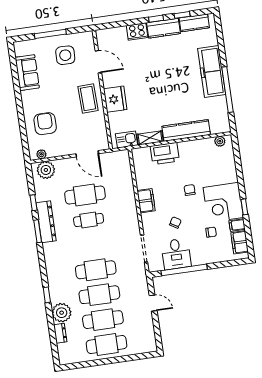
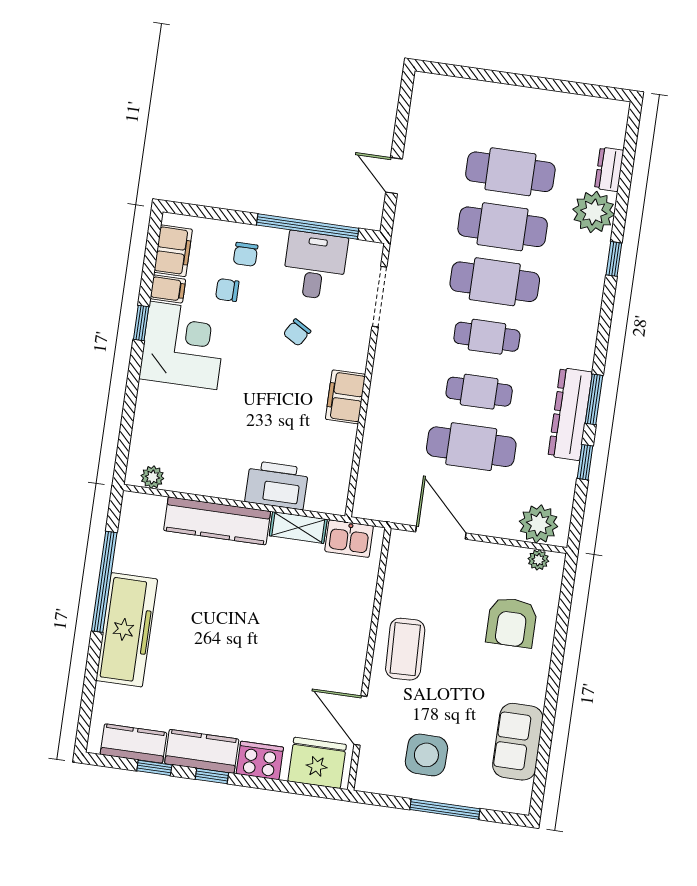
fridge: (115, 99) -> (317, 763), moved, turned 90
chair: (190, 190) -> (246, 254), moved
cafe table: (107, 345) -> (487, 337), moved, width x0.73, depth x0.74

